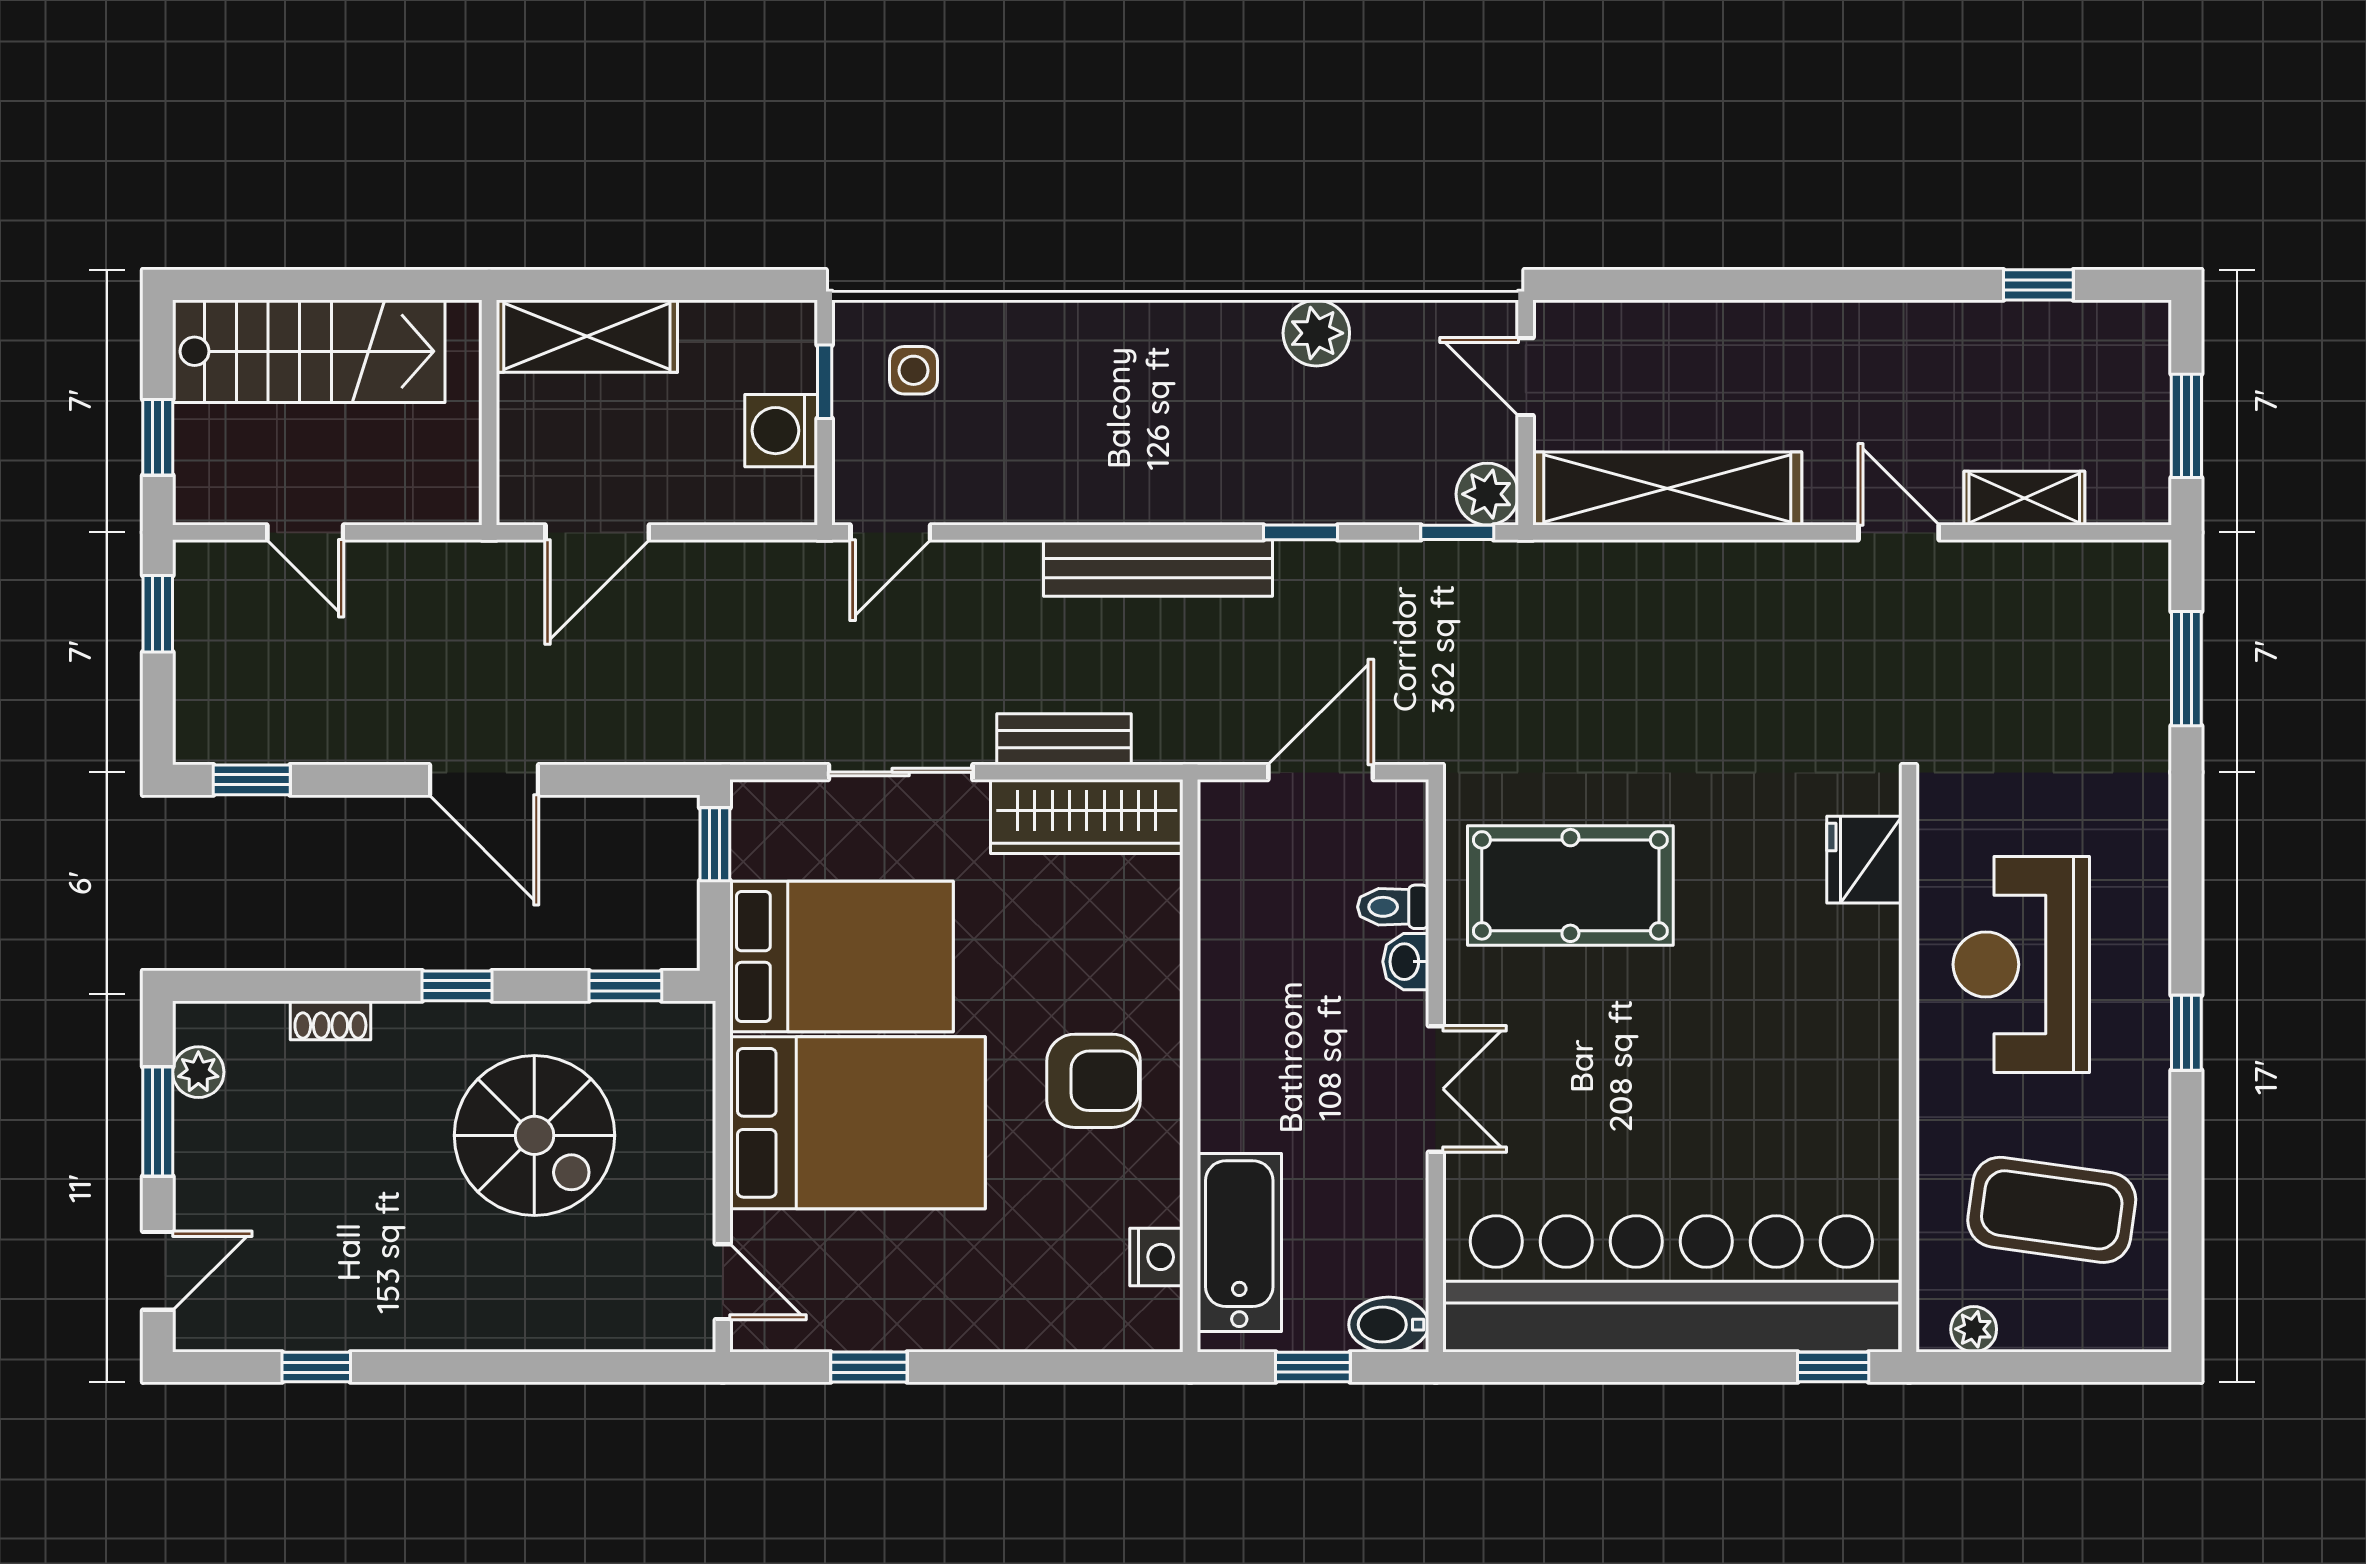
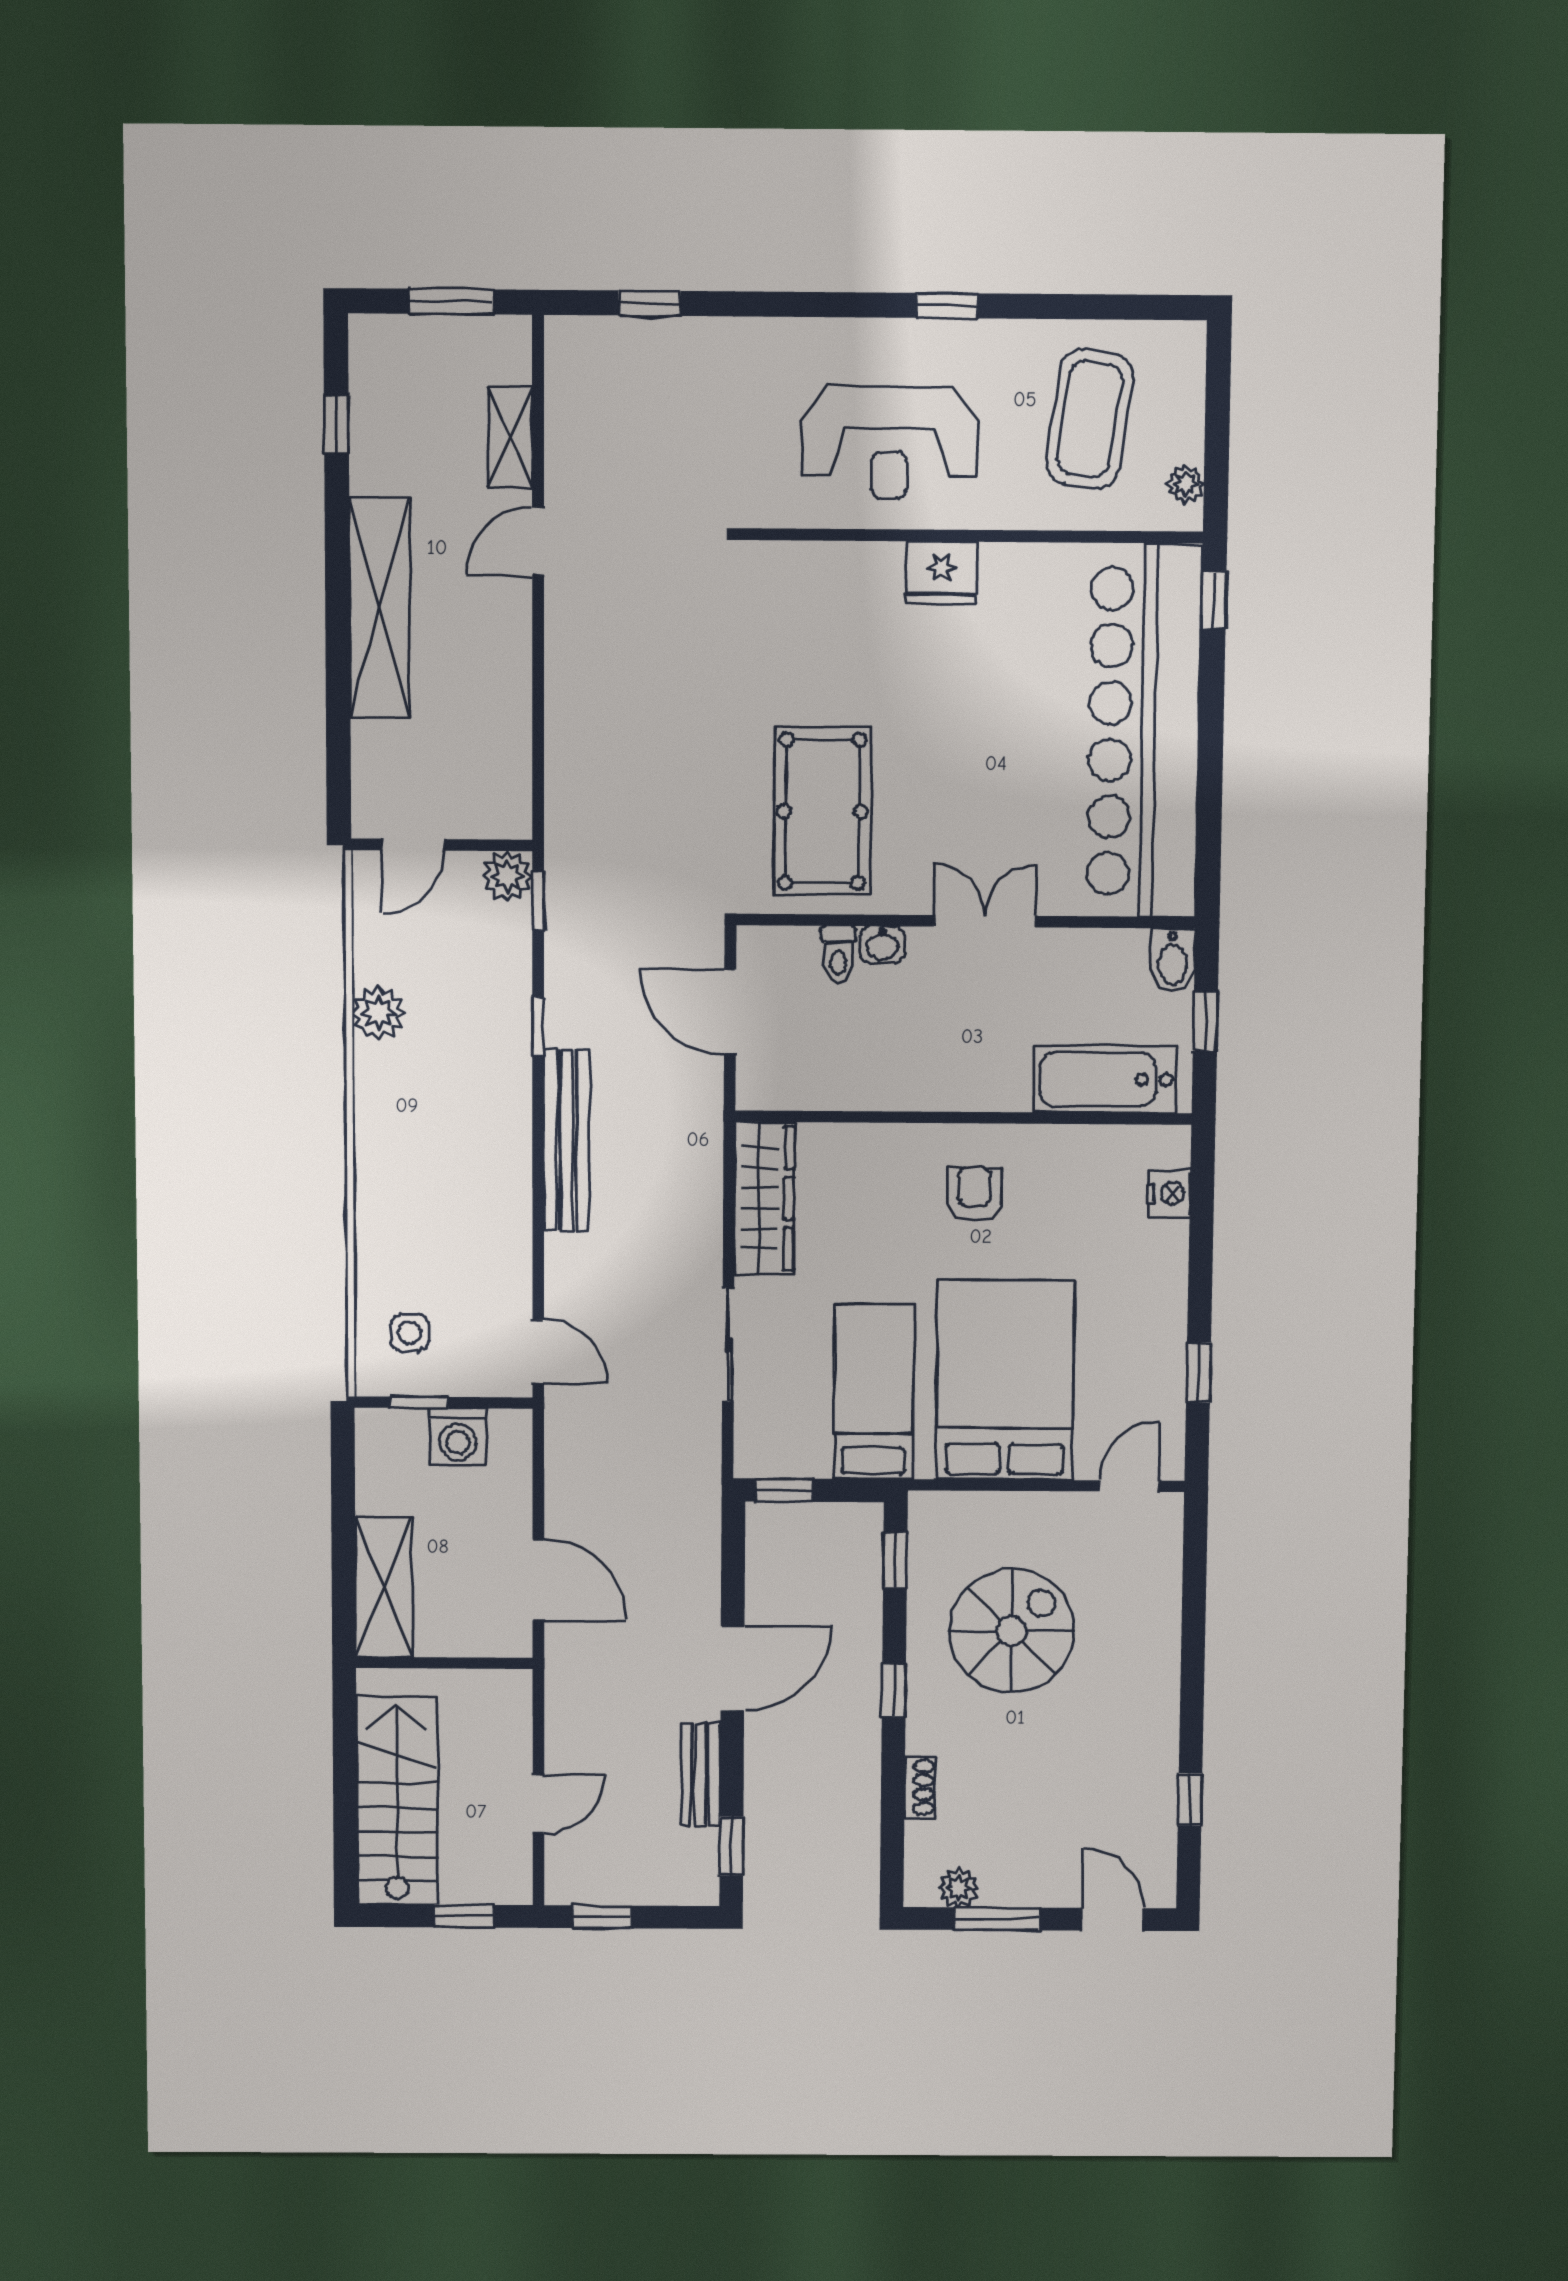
shelving: (1667, 489) -> (379, 608), moved
window: (2186, 669) -> (649, 303), width x0.67
bench: (1064, 739) -> (700, 1774), moved
fridge: (1864, 860) -> (941, 572), moved
bed: (842, 957) -> (874, 1392), width x0.67
armchair: (1094, 1081) -> (975, 1194), width x0.72, depth x0.72
nightstand: (1156, 1257) -> (1169, 1194), moved, turned 90

